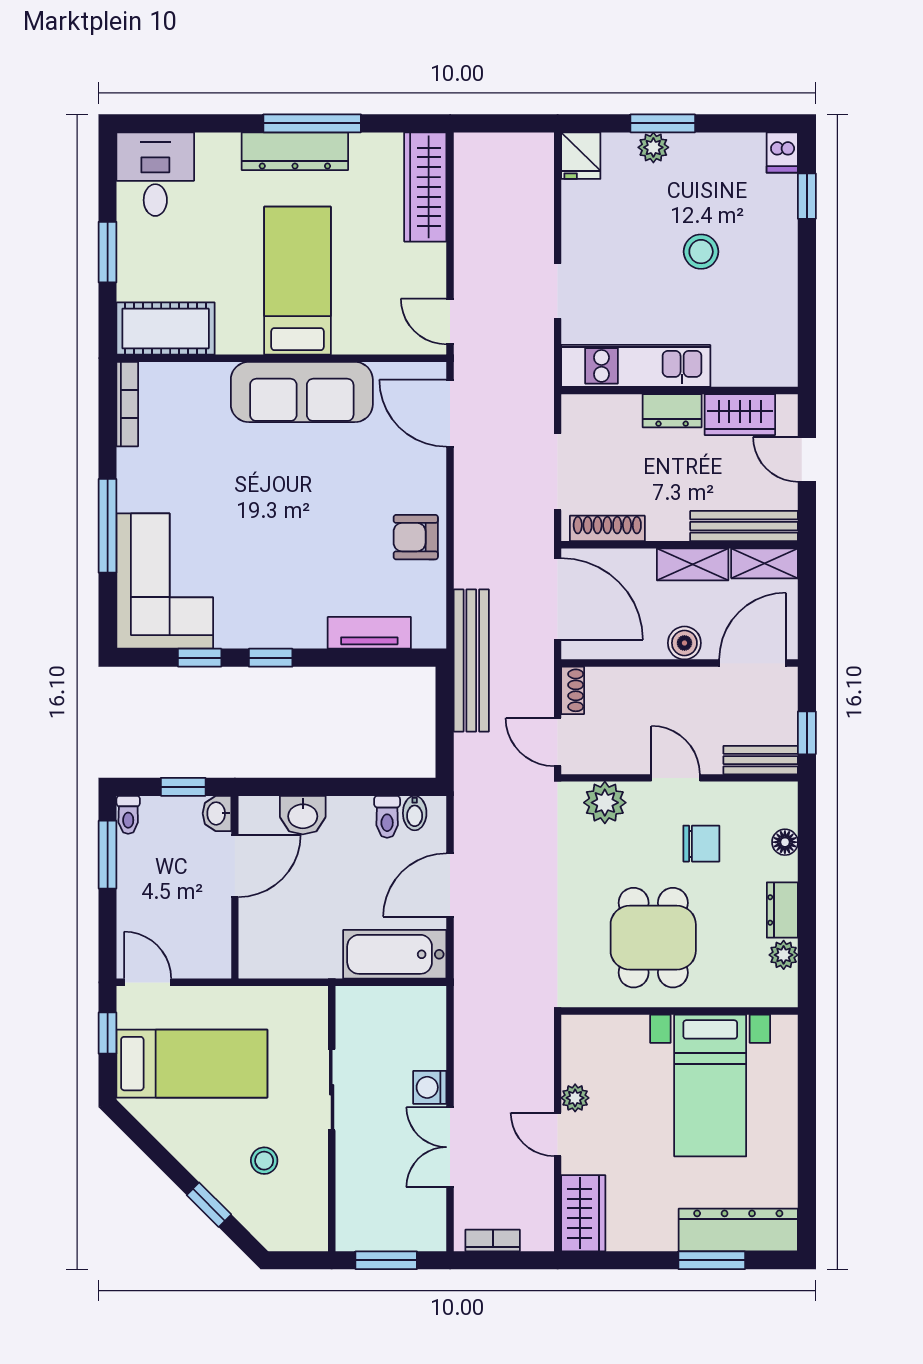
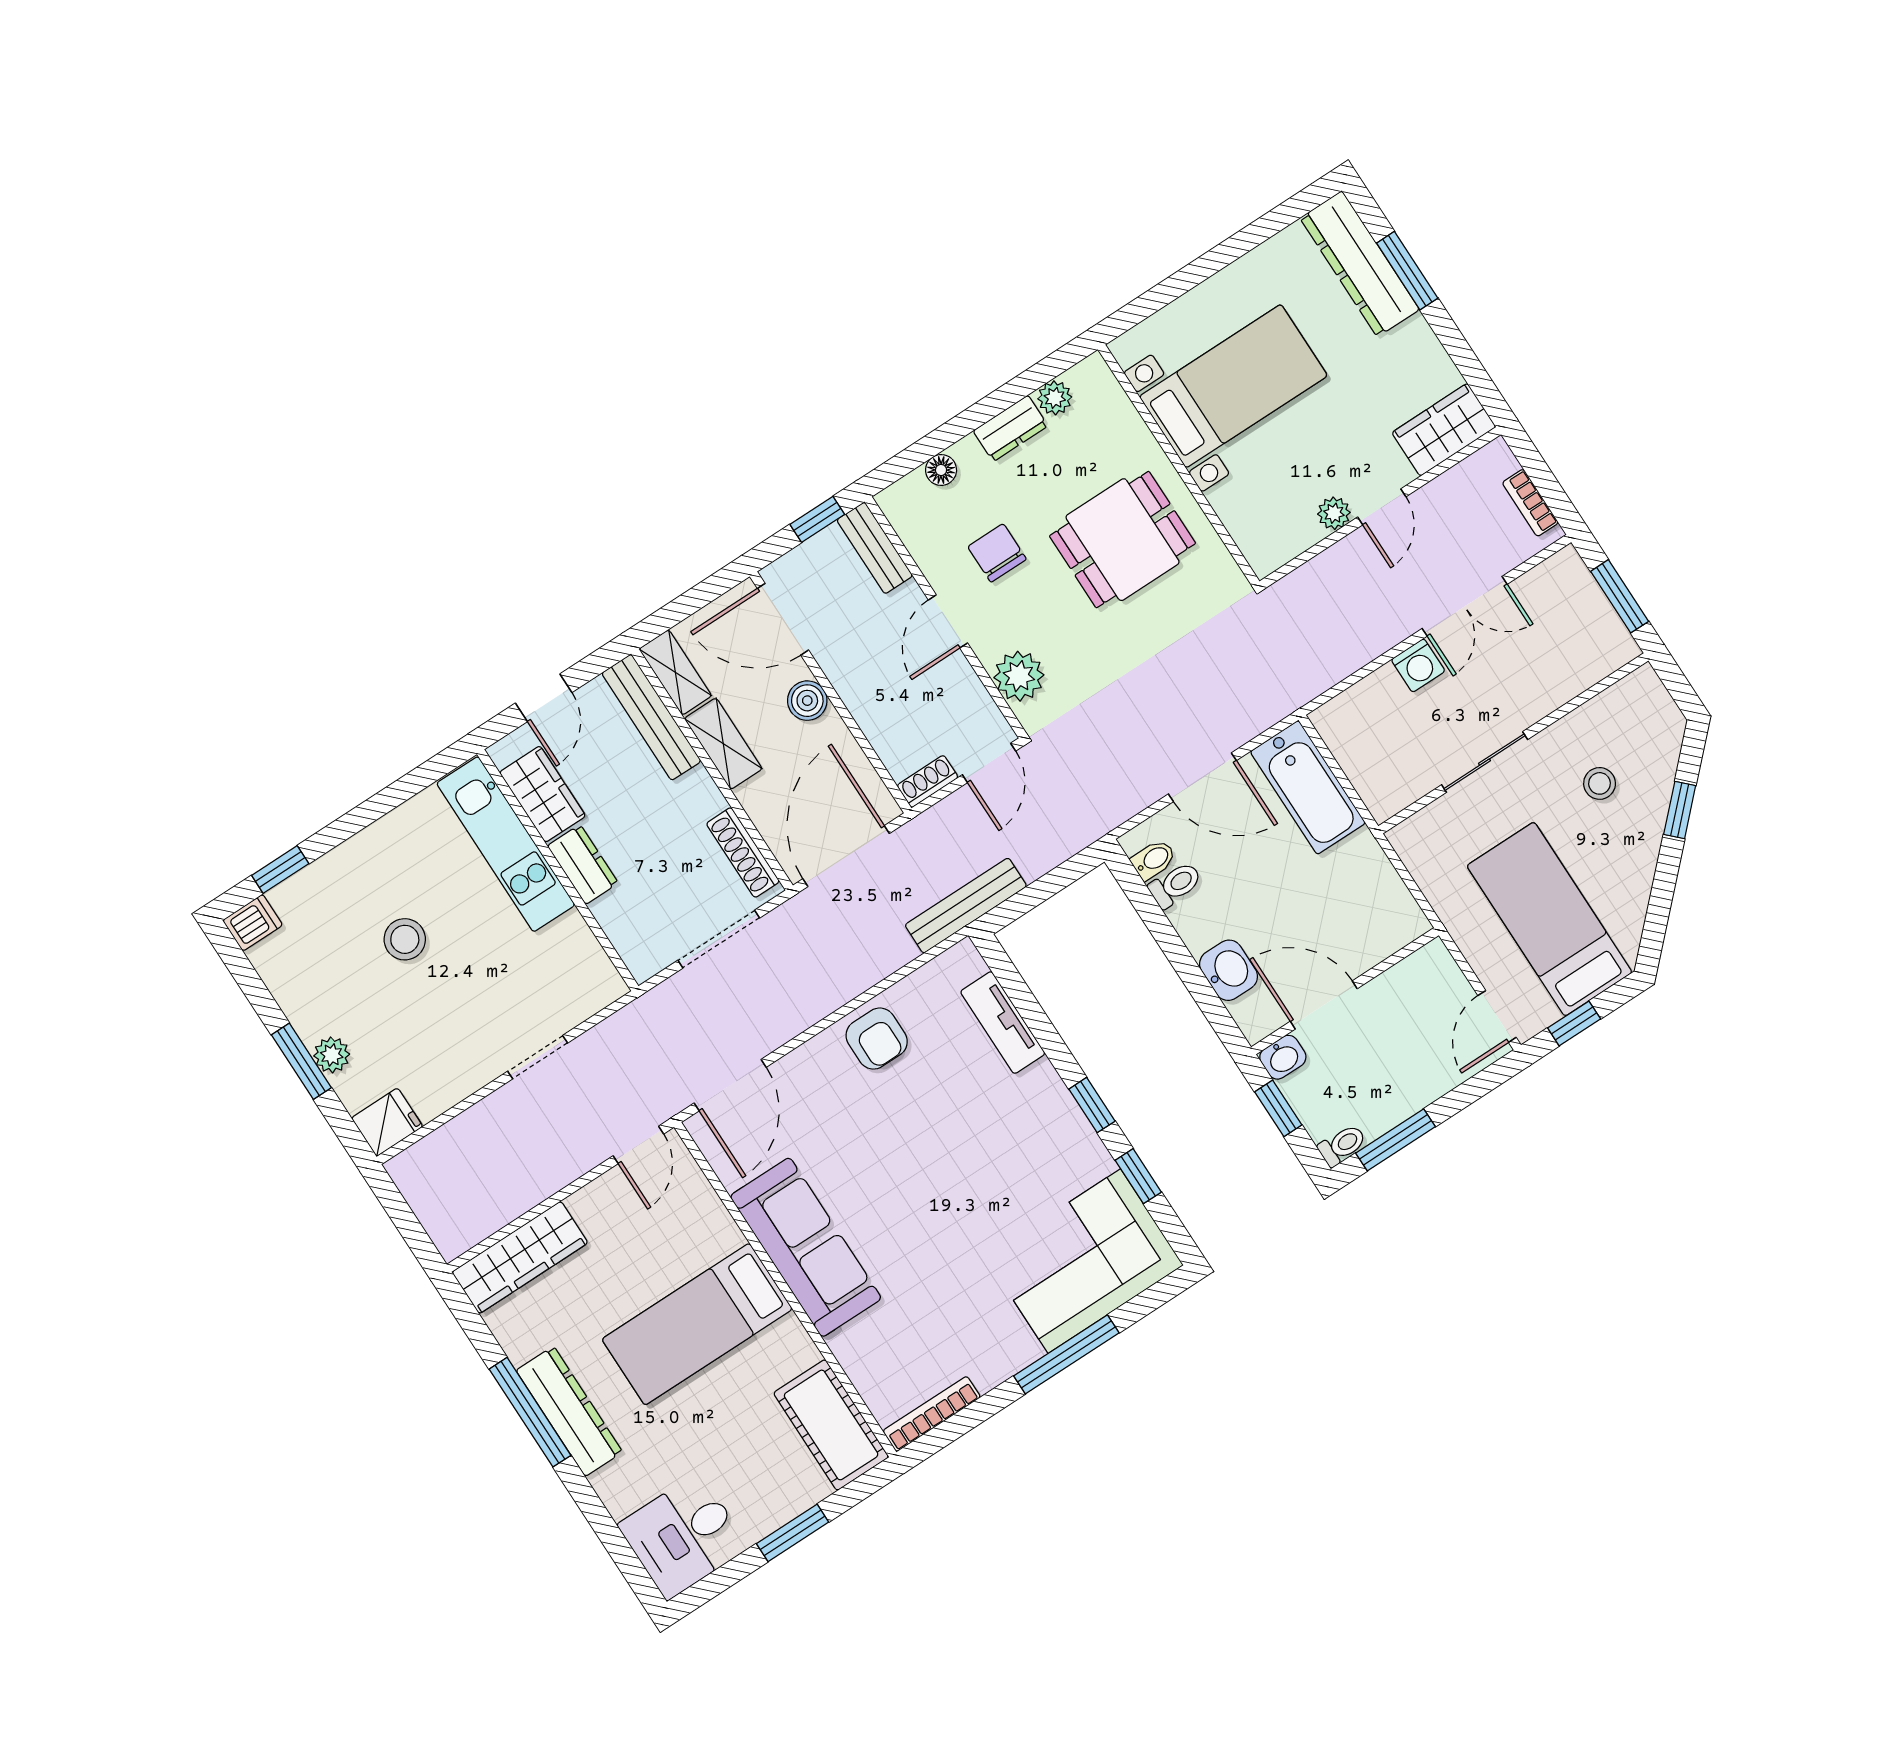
kitchen unit: (636, 366) -> (506, 844), moved
bench: (471, 660) -> (966, 906), width x0.73, depth x0.82

